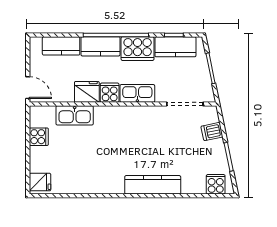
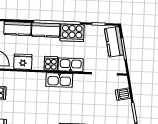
kitchen counter: (175, 47) -> (114, 42), moved, turned 78
fridge: (87, 92) -> (23, 62), moved
kitchen sink: (75, 115) -> (59, 80), moved

